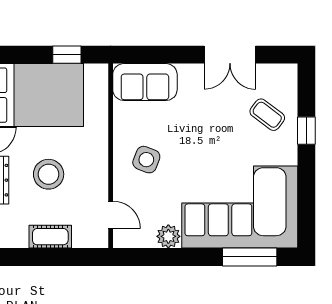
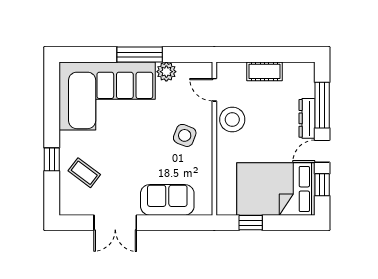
double door: (230, 55) -> (115, 223), swing flipped
sofa: (145, 82) -> (167, 200), moved
stool: (49, 174) -> (232, 119), moved
window: (250, 257) -> (140, 55), moved

